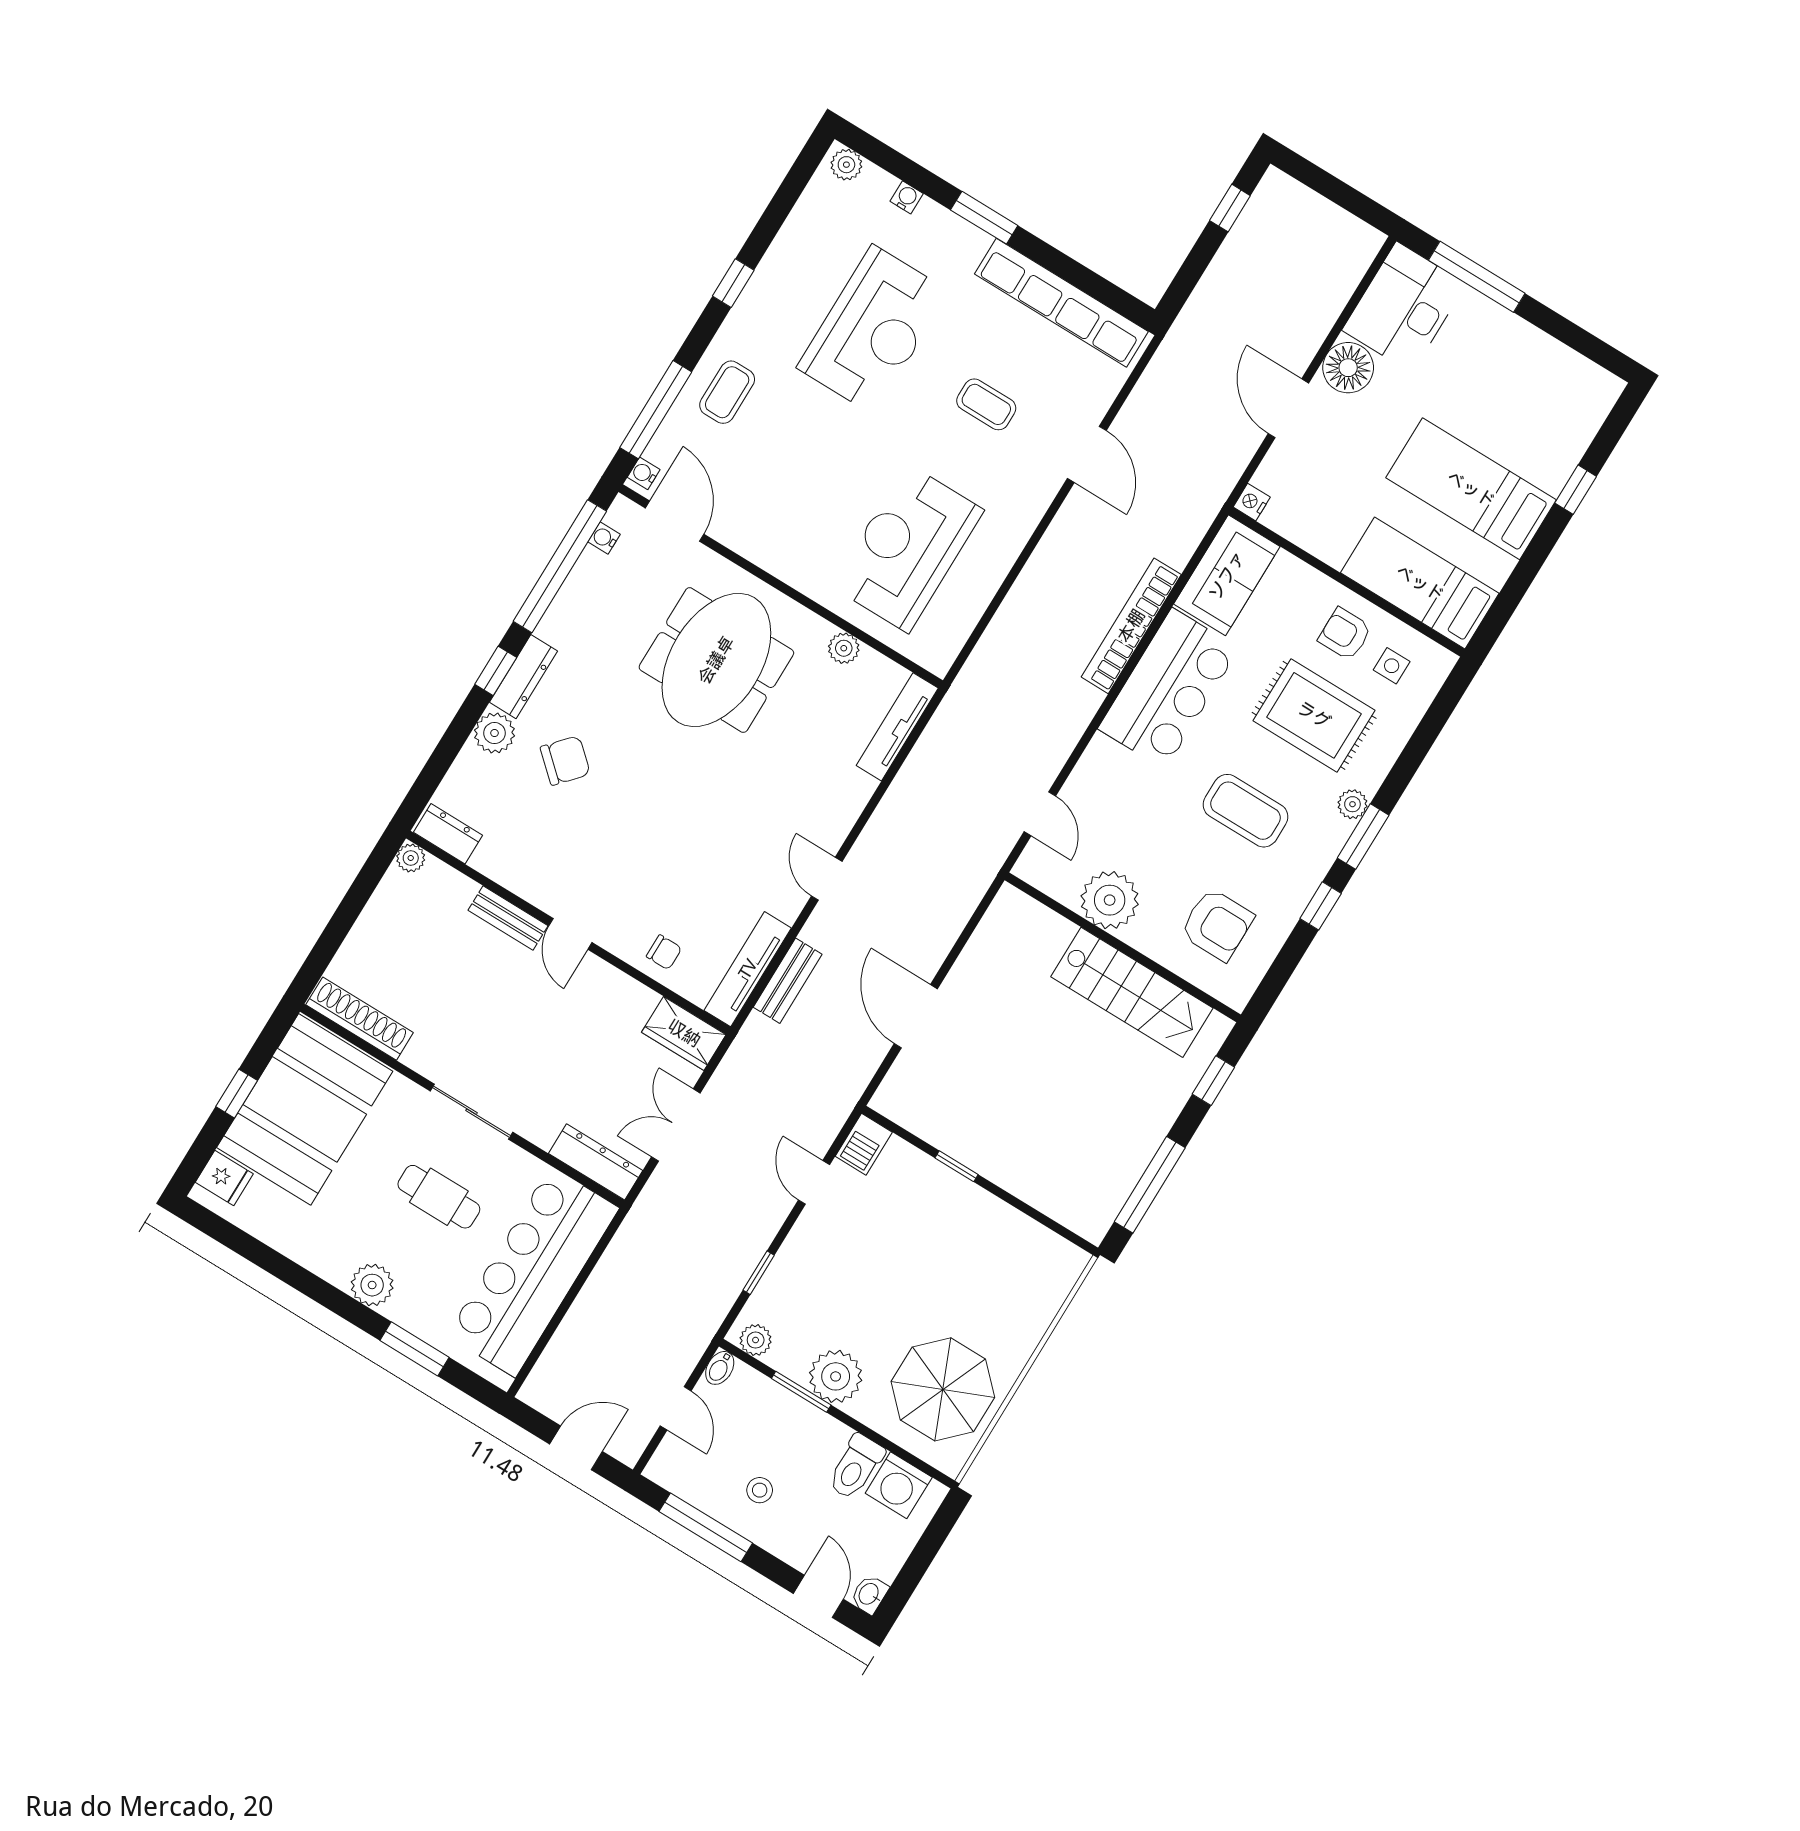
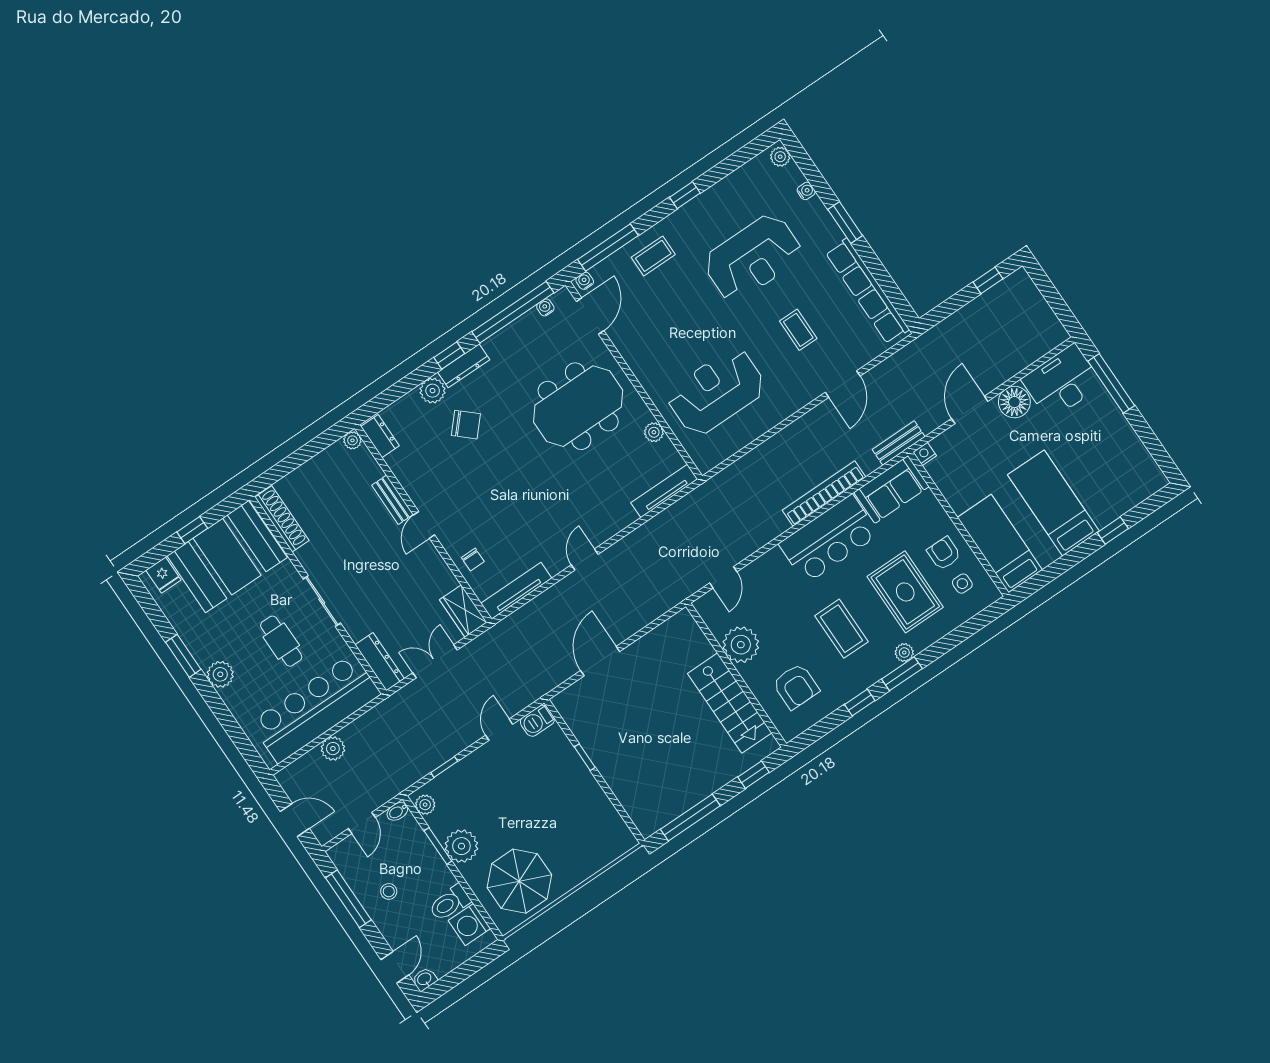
bench: (788, 981) -> (899, 443), moved
plant: (585, 1319) -> (333, 749), added
window: (414, 1349) -> (183, 656), moved

